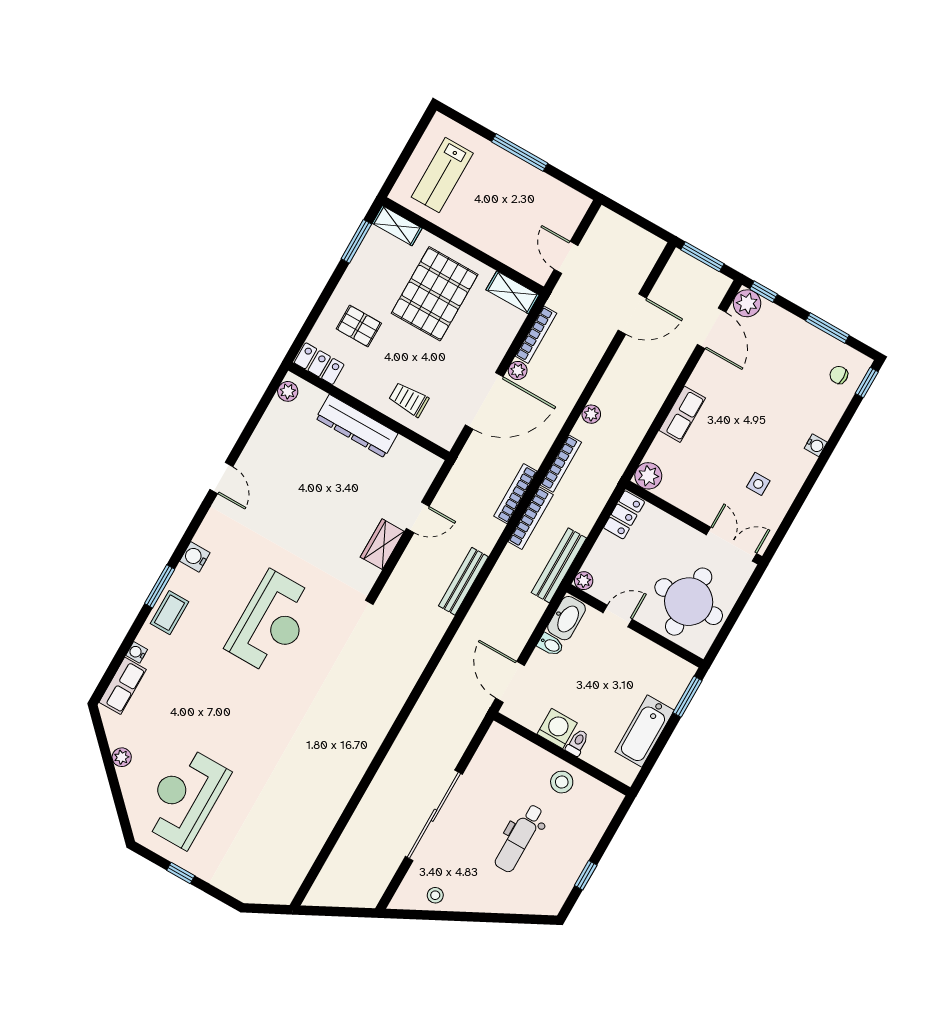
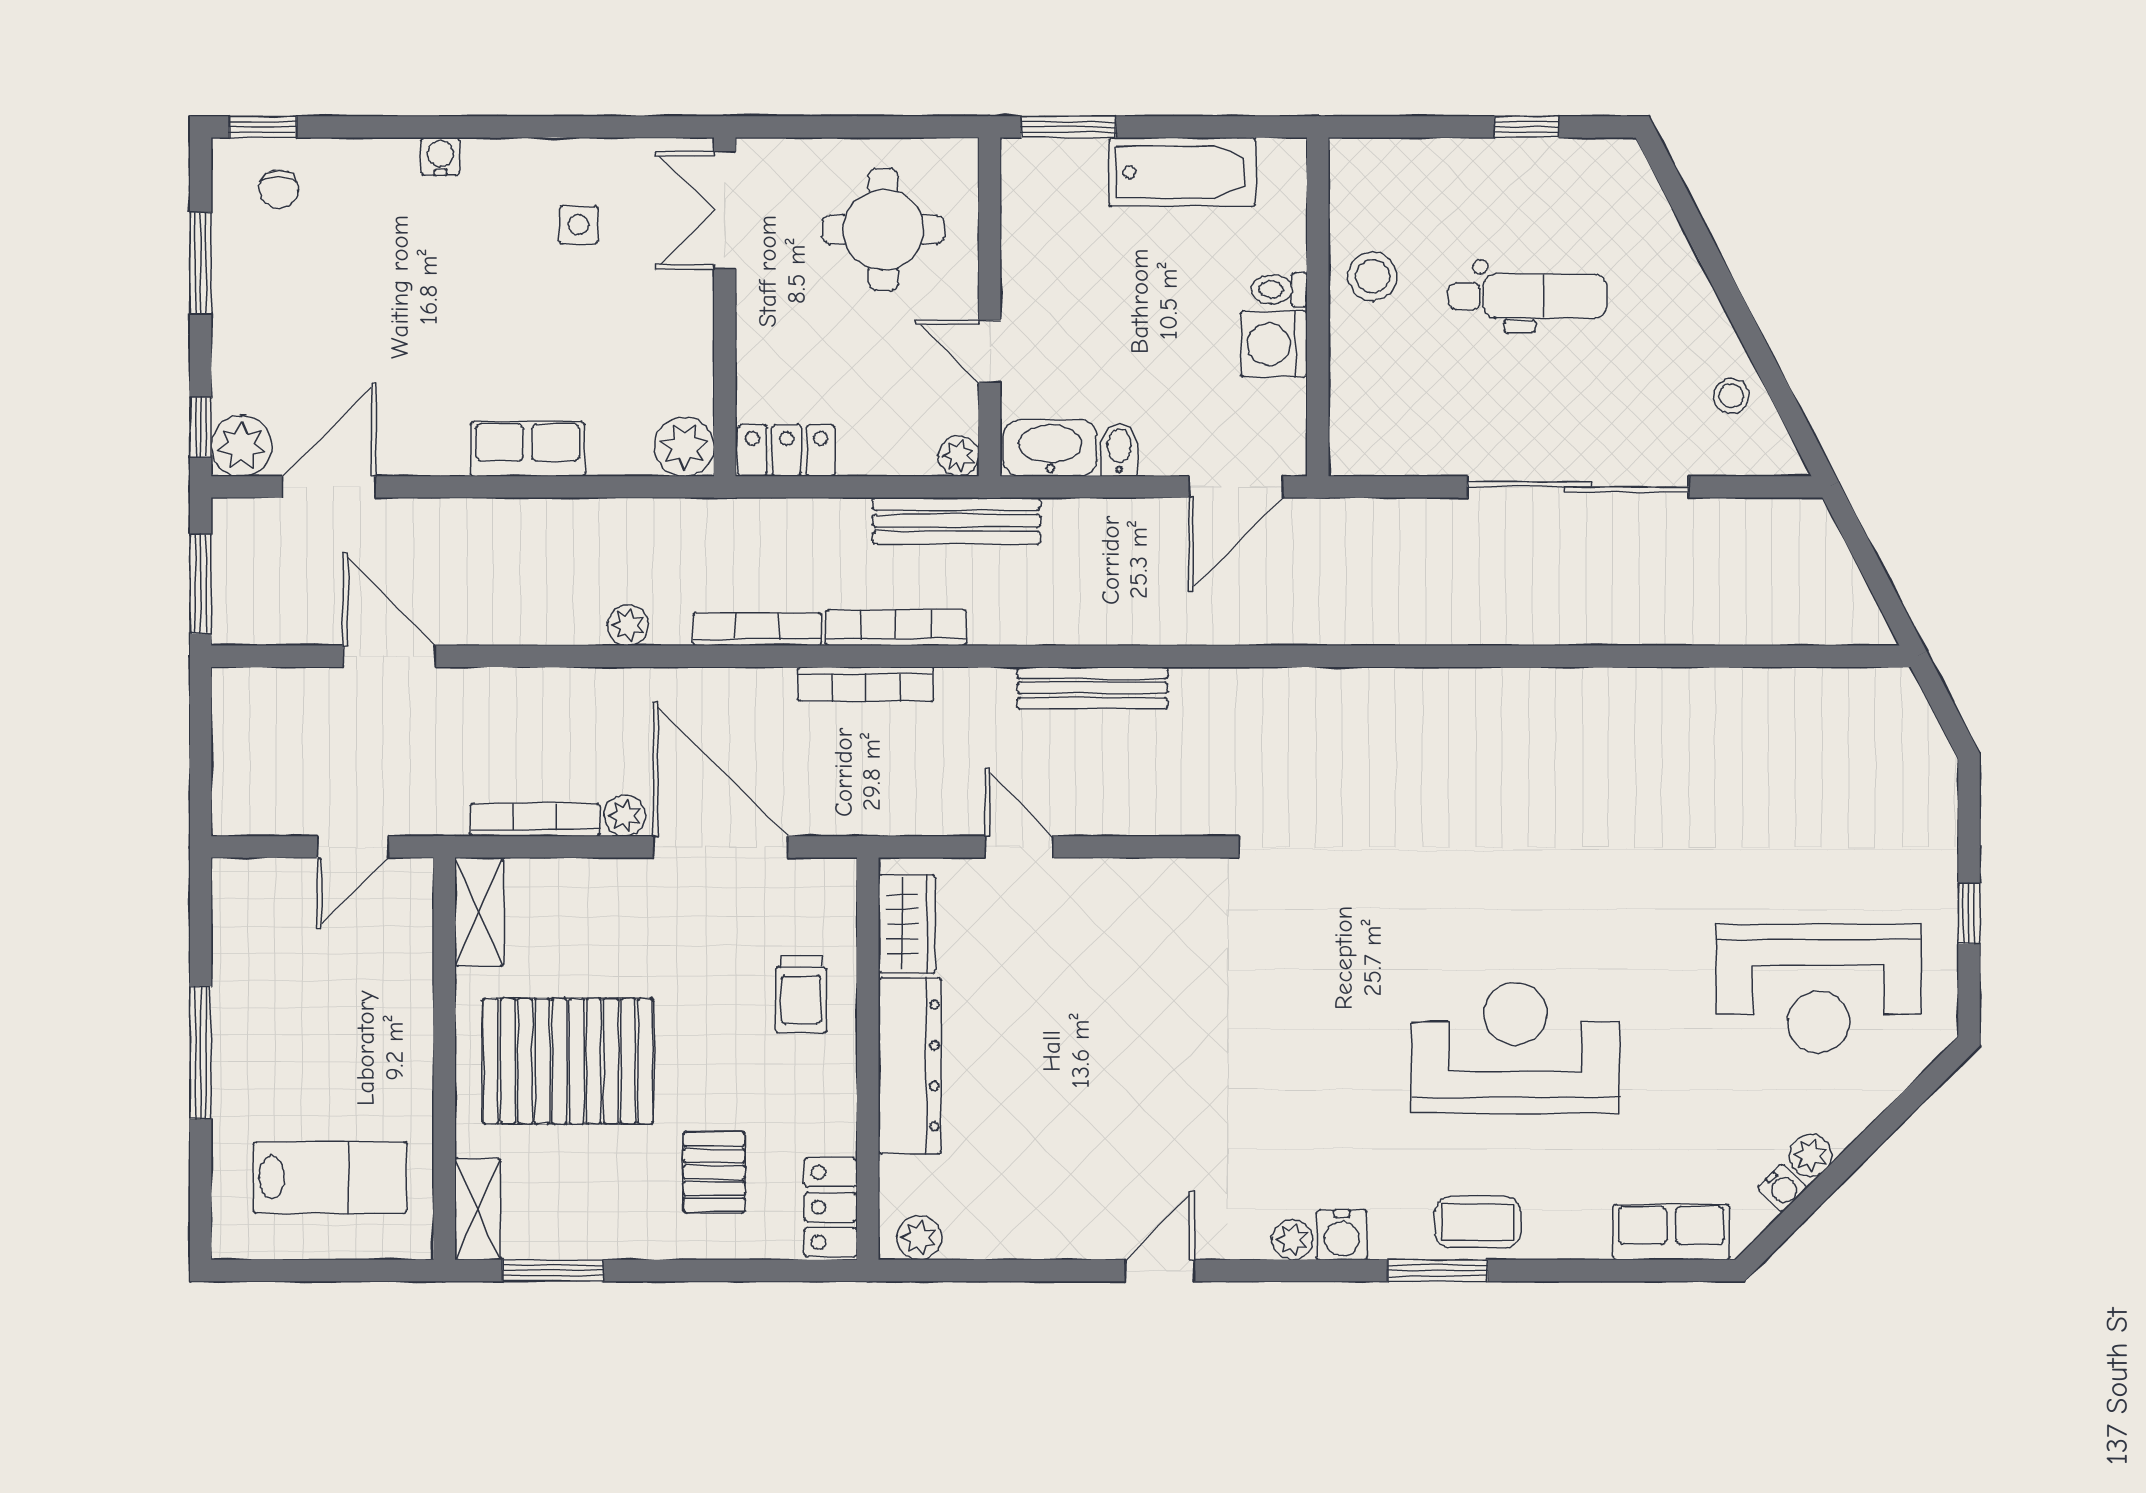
plant: (204, 536) -> (1292, 1240), added
wardrobe: (382, 544) -> (907, 924), moved, turned -90
round table: (689, 602) -> (883, 230), width x0.73, depth x0.73
reception desk: (272, 623) -> (1515, 1048), moved
water cooler: (137, 652) -> (1782, 1188), moved, turned -45

